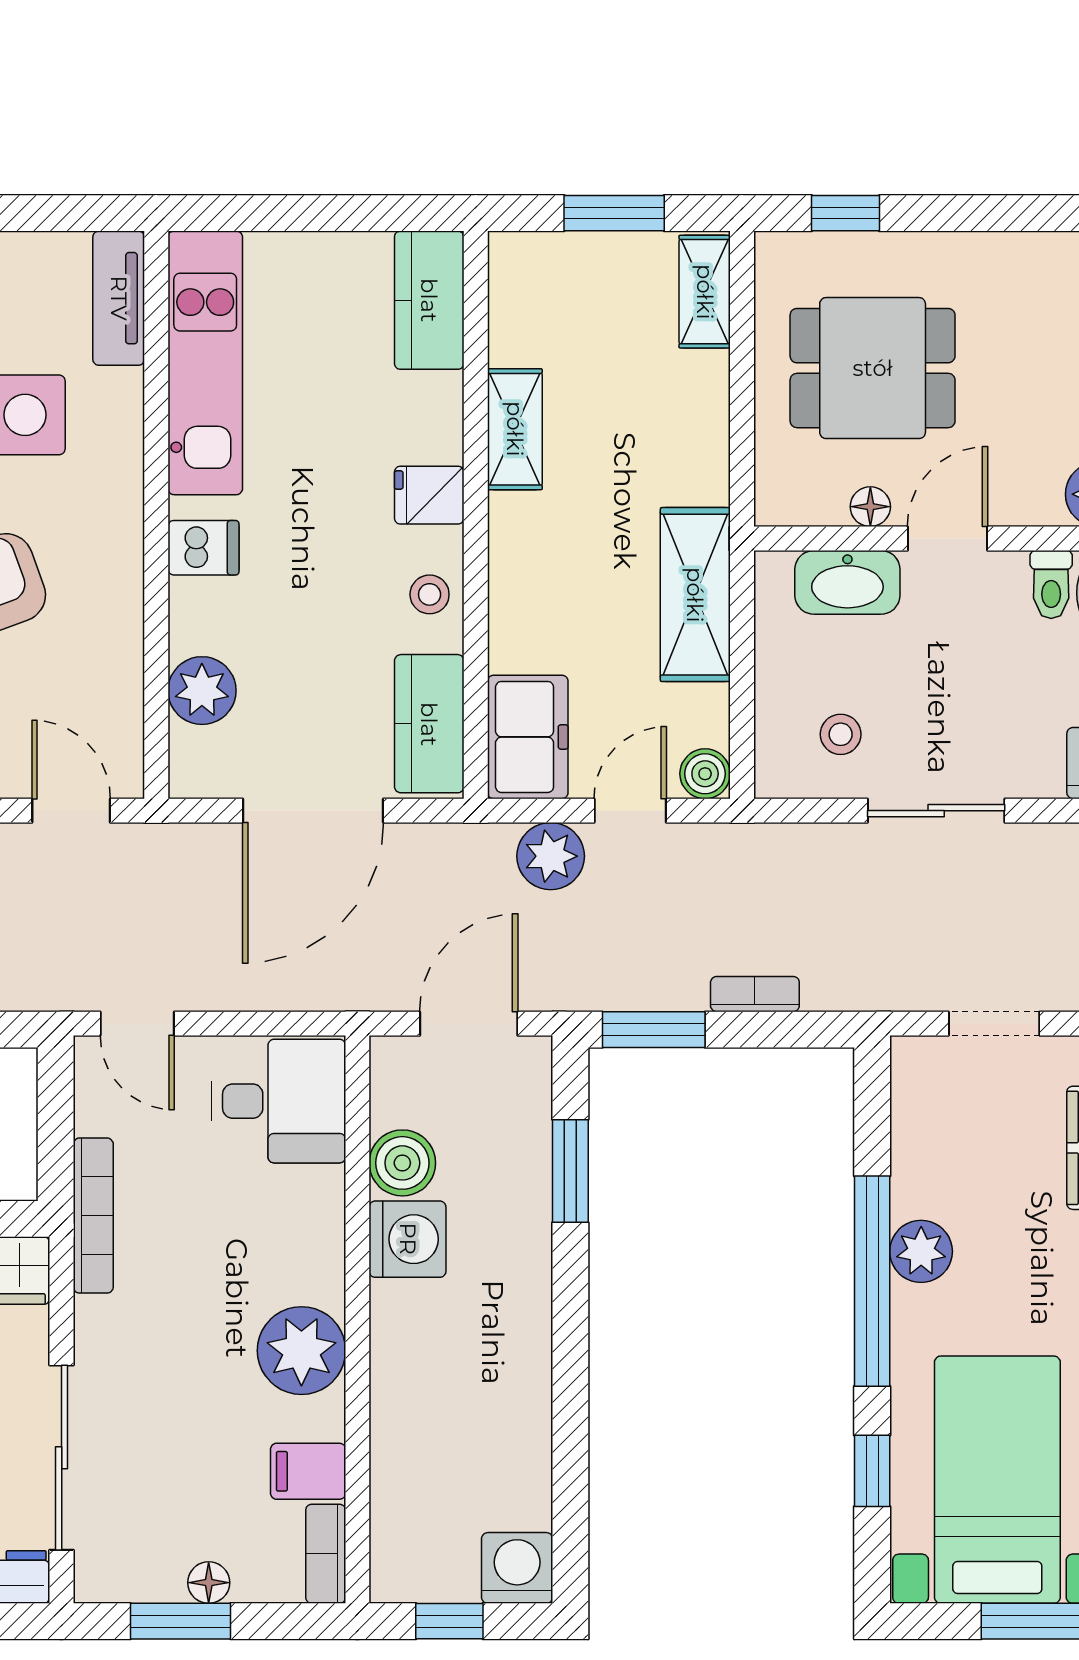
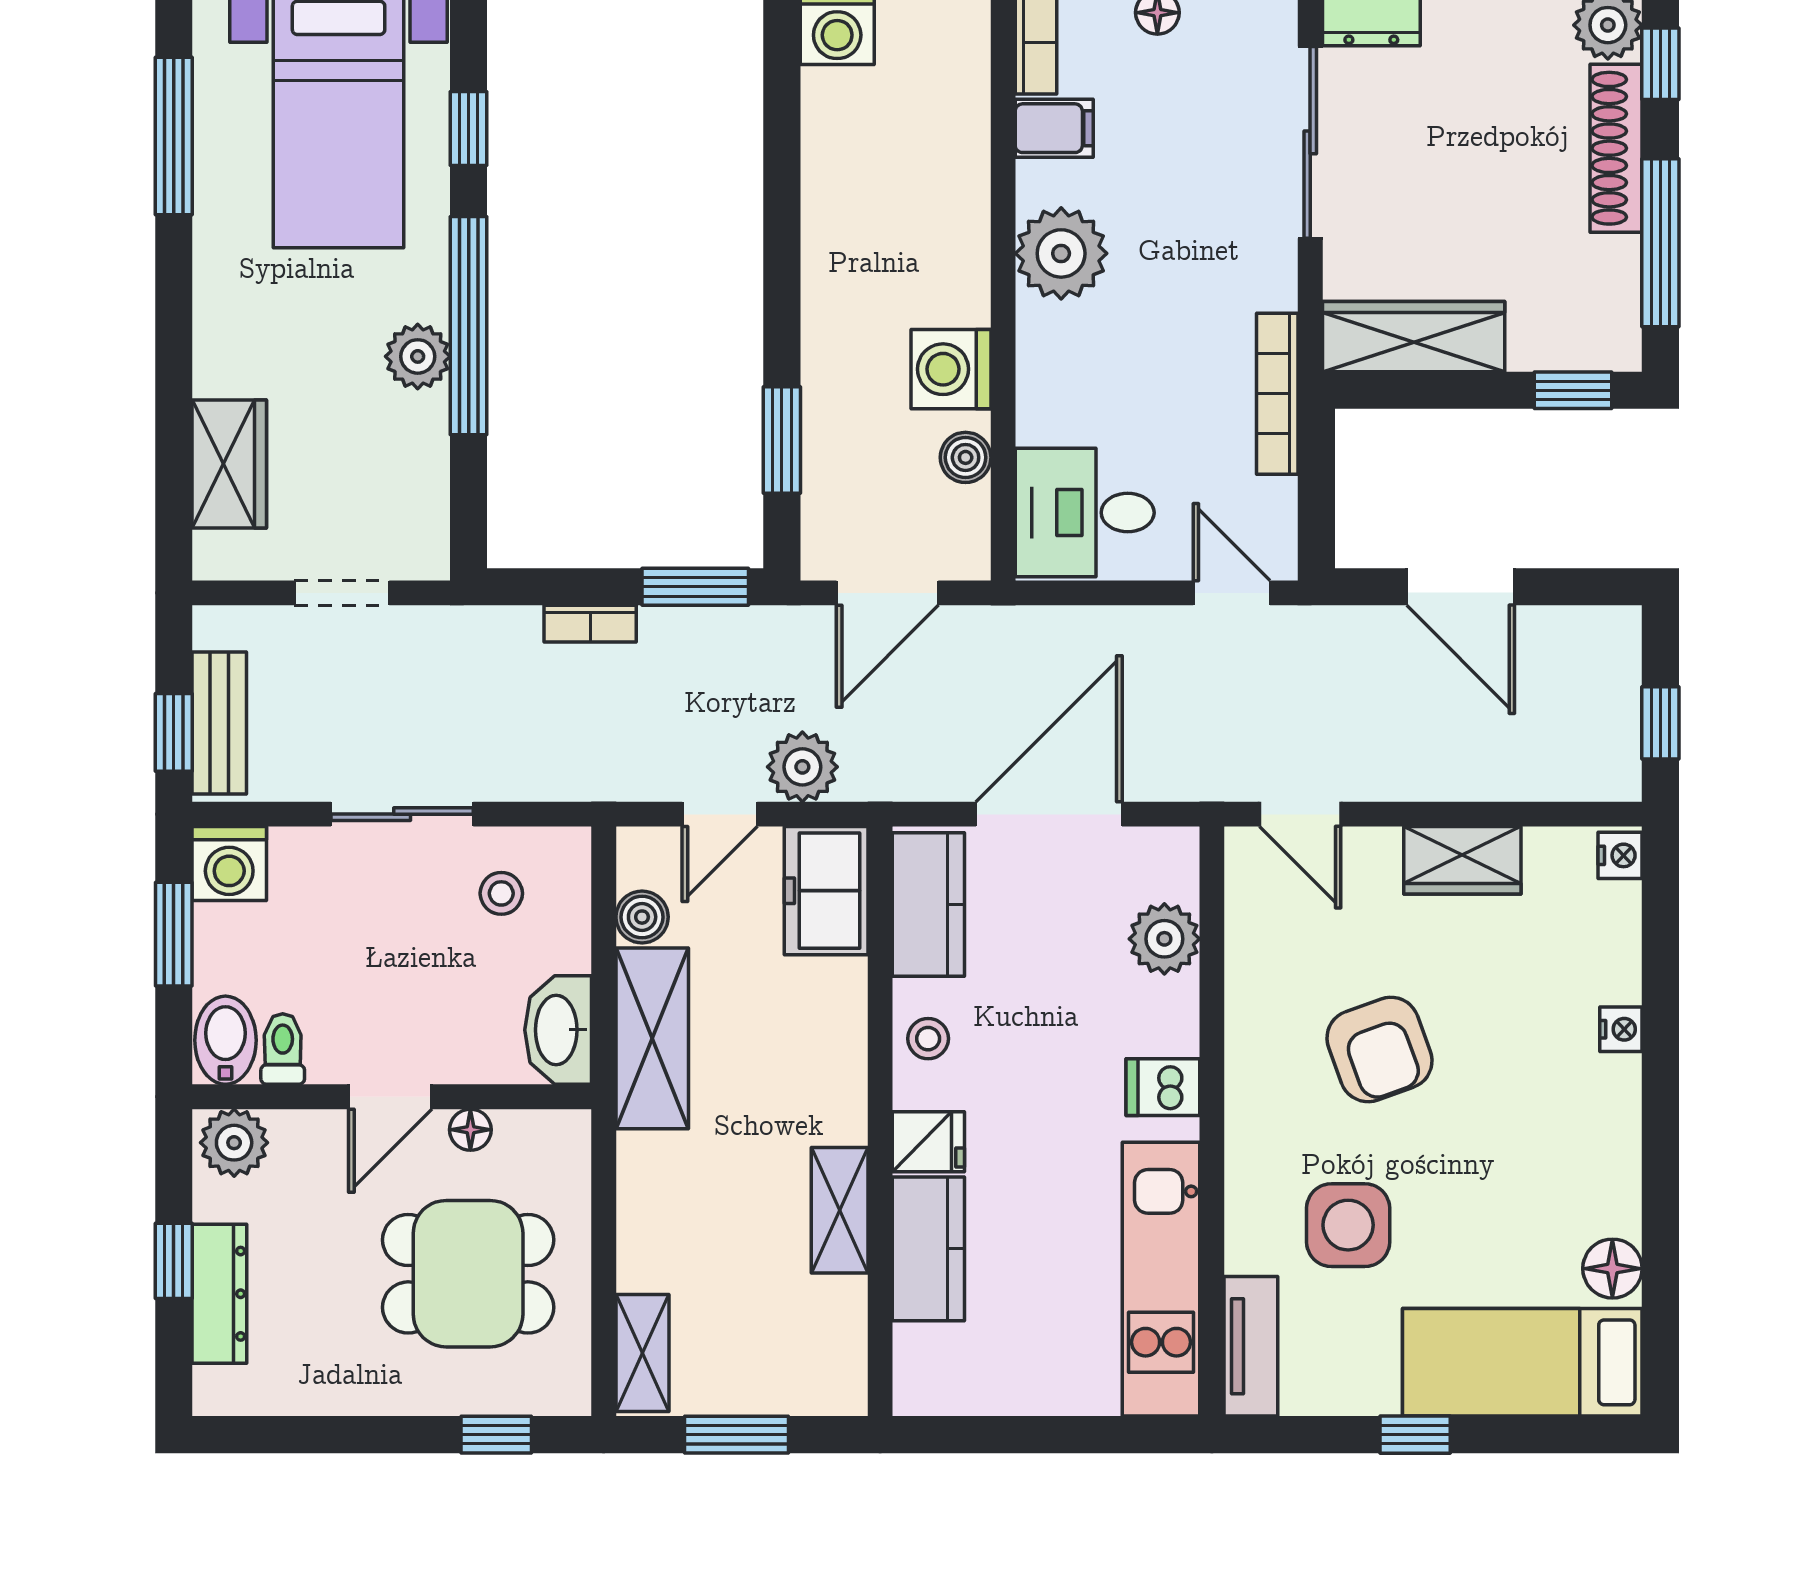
kitchen counter: (429, 300) -> (928, 1249), moved
washbasin: (847, 582) -> (558, 1030), moved, turned -90
boiler: (705, 774) -> (642, 917), moved
boiler: (402, 1163) -> (966, 457), width x0.73, depth x0.73

